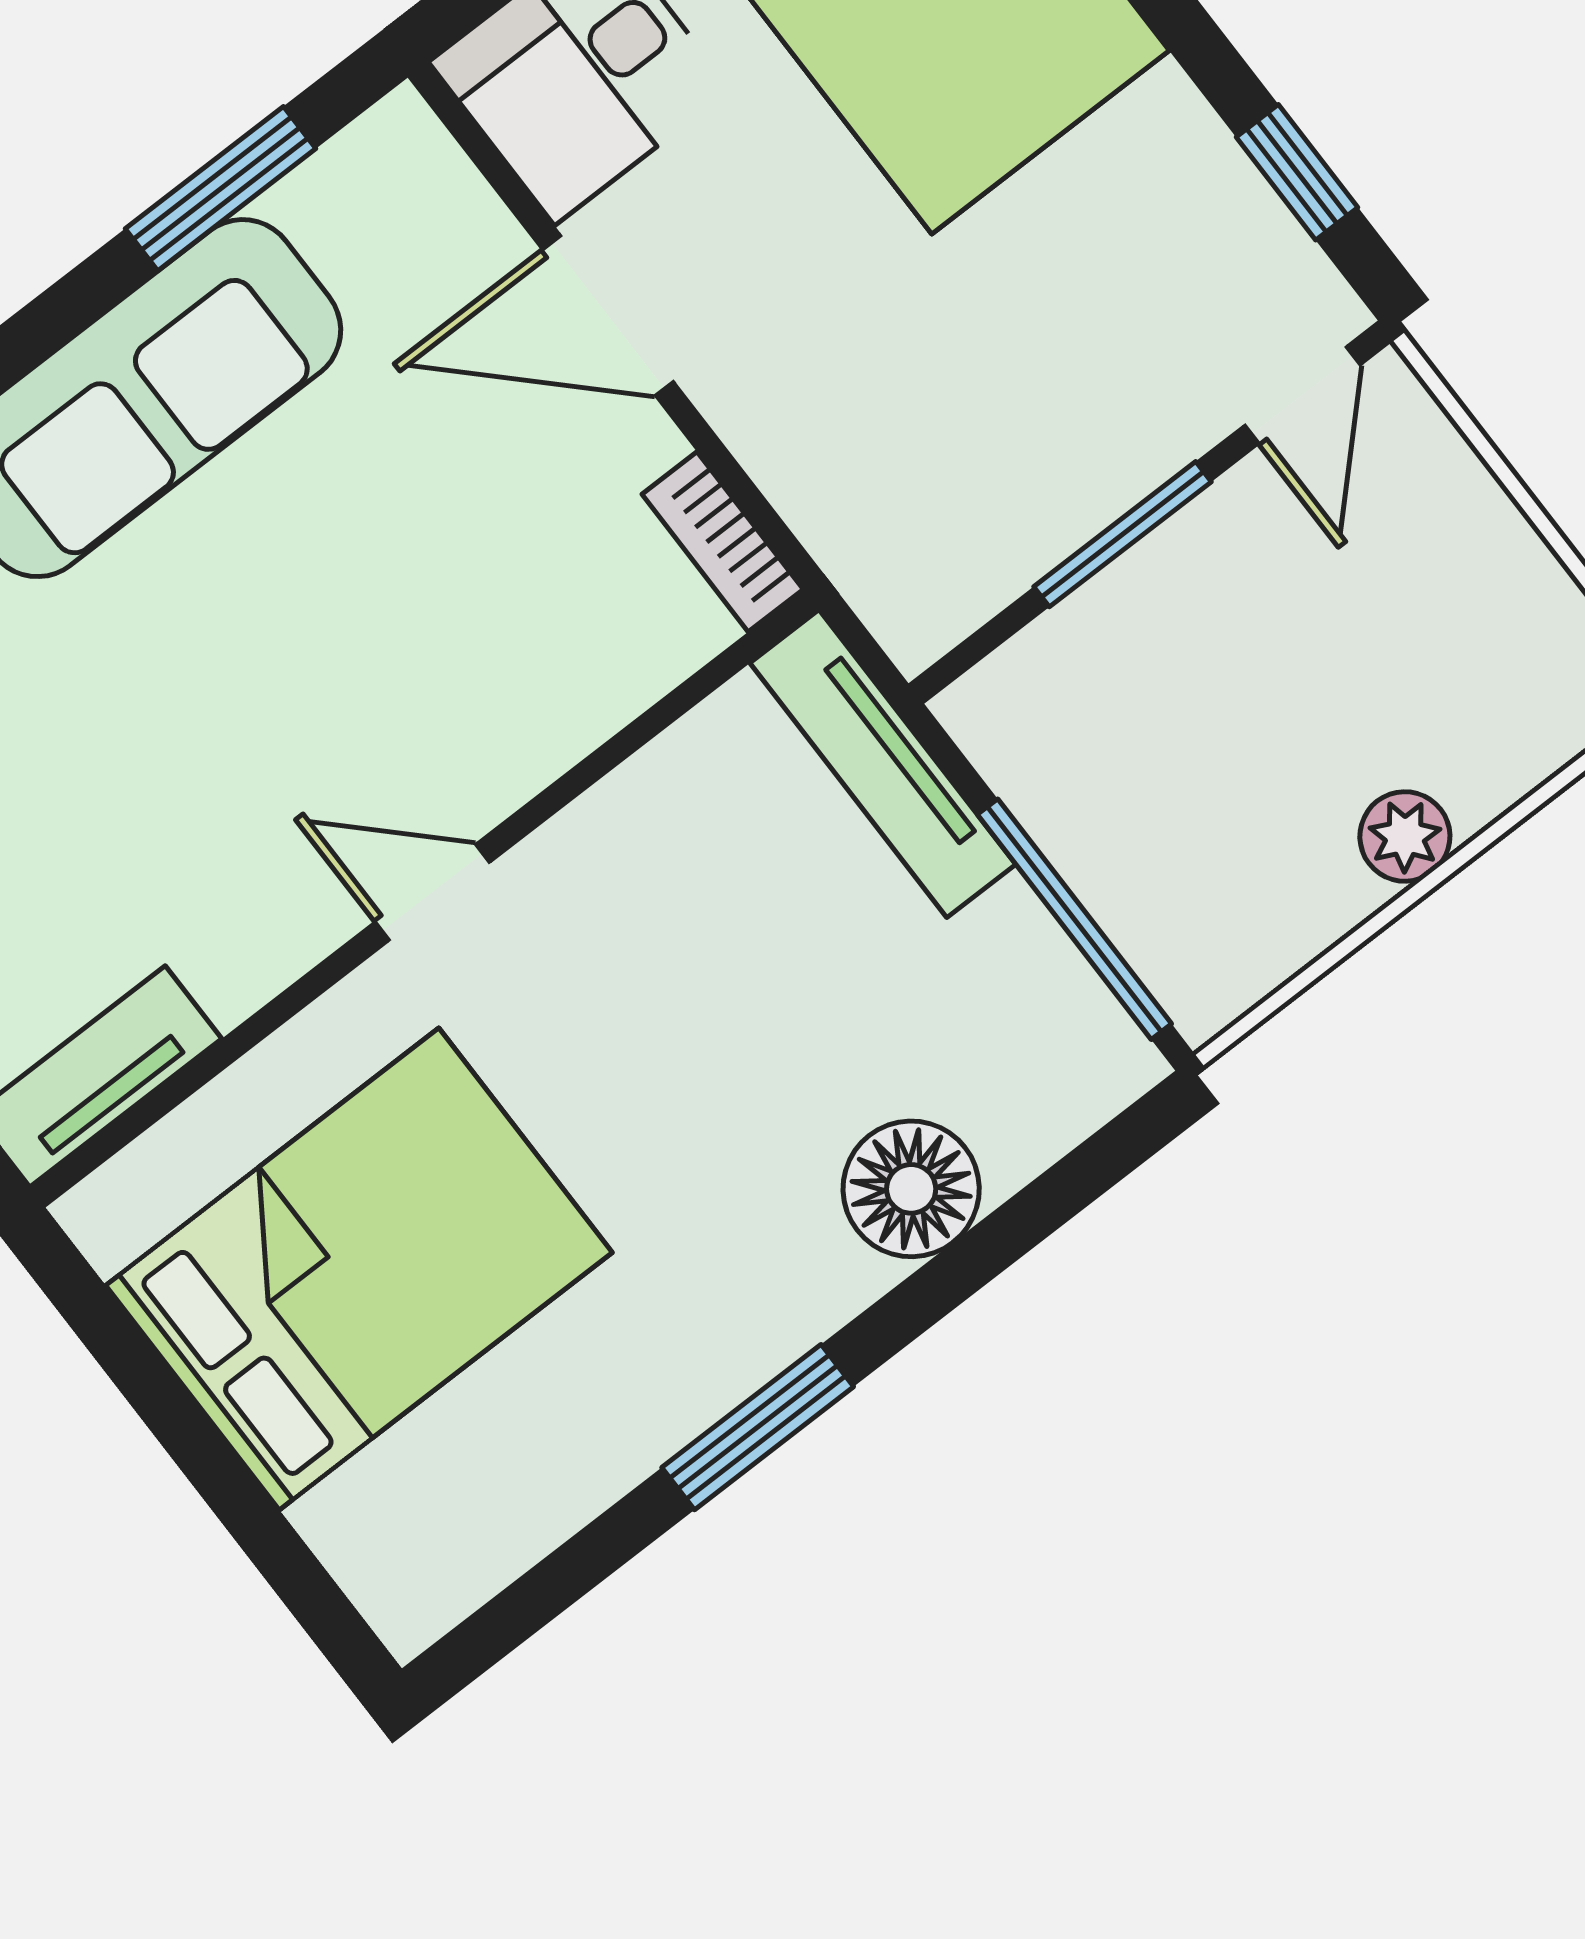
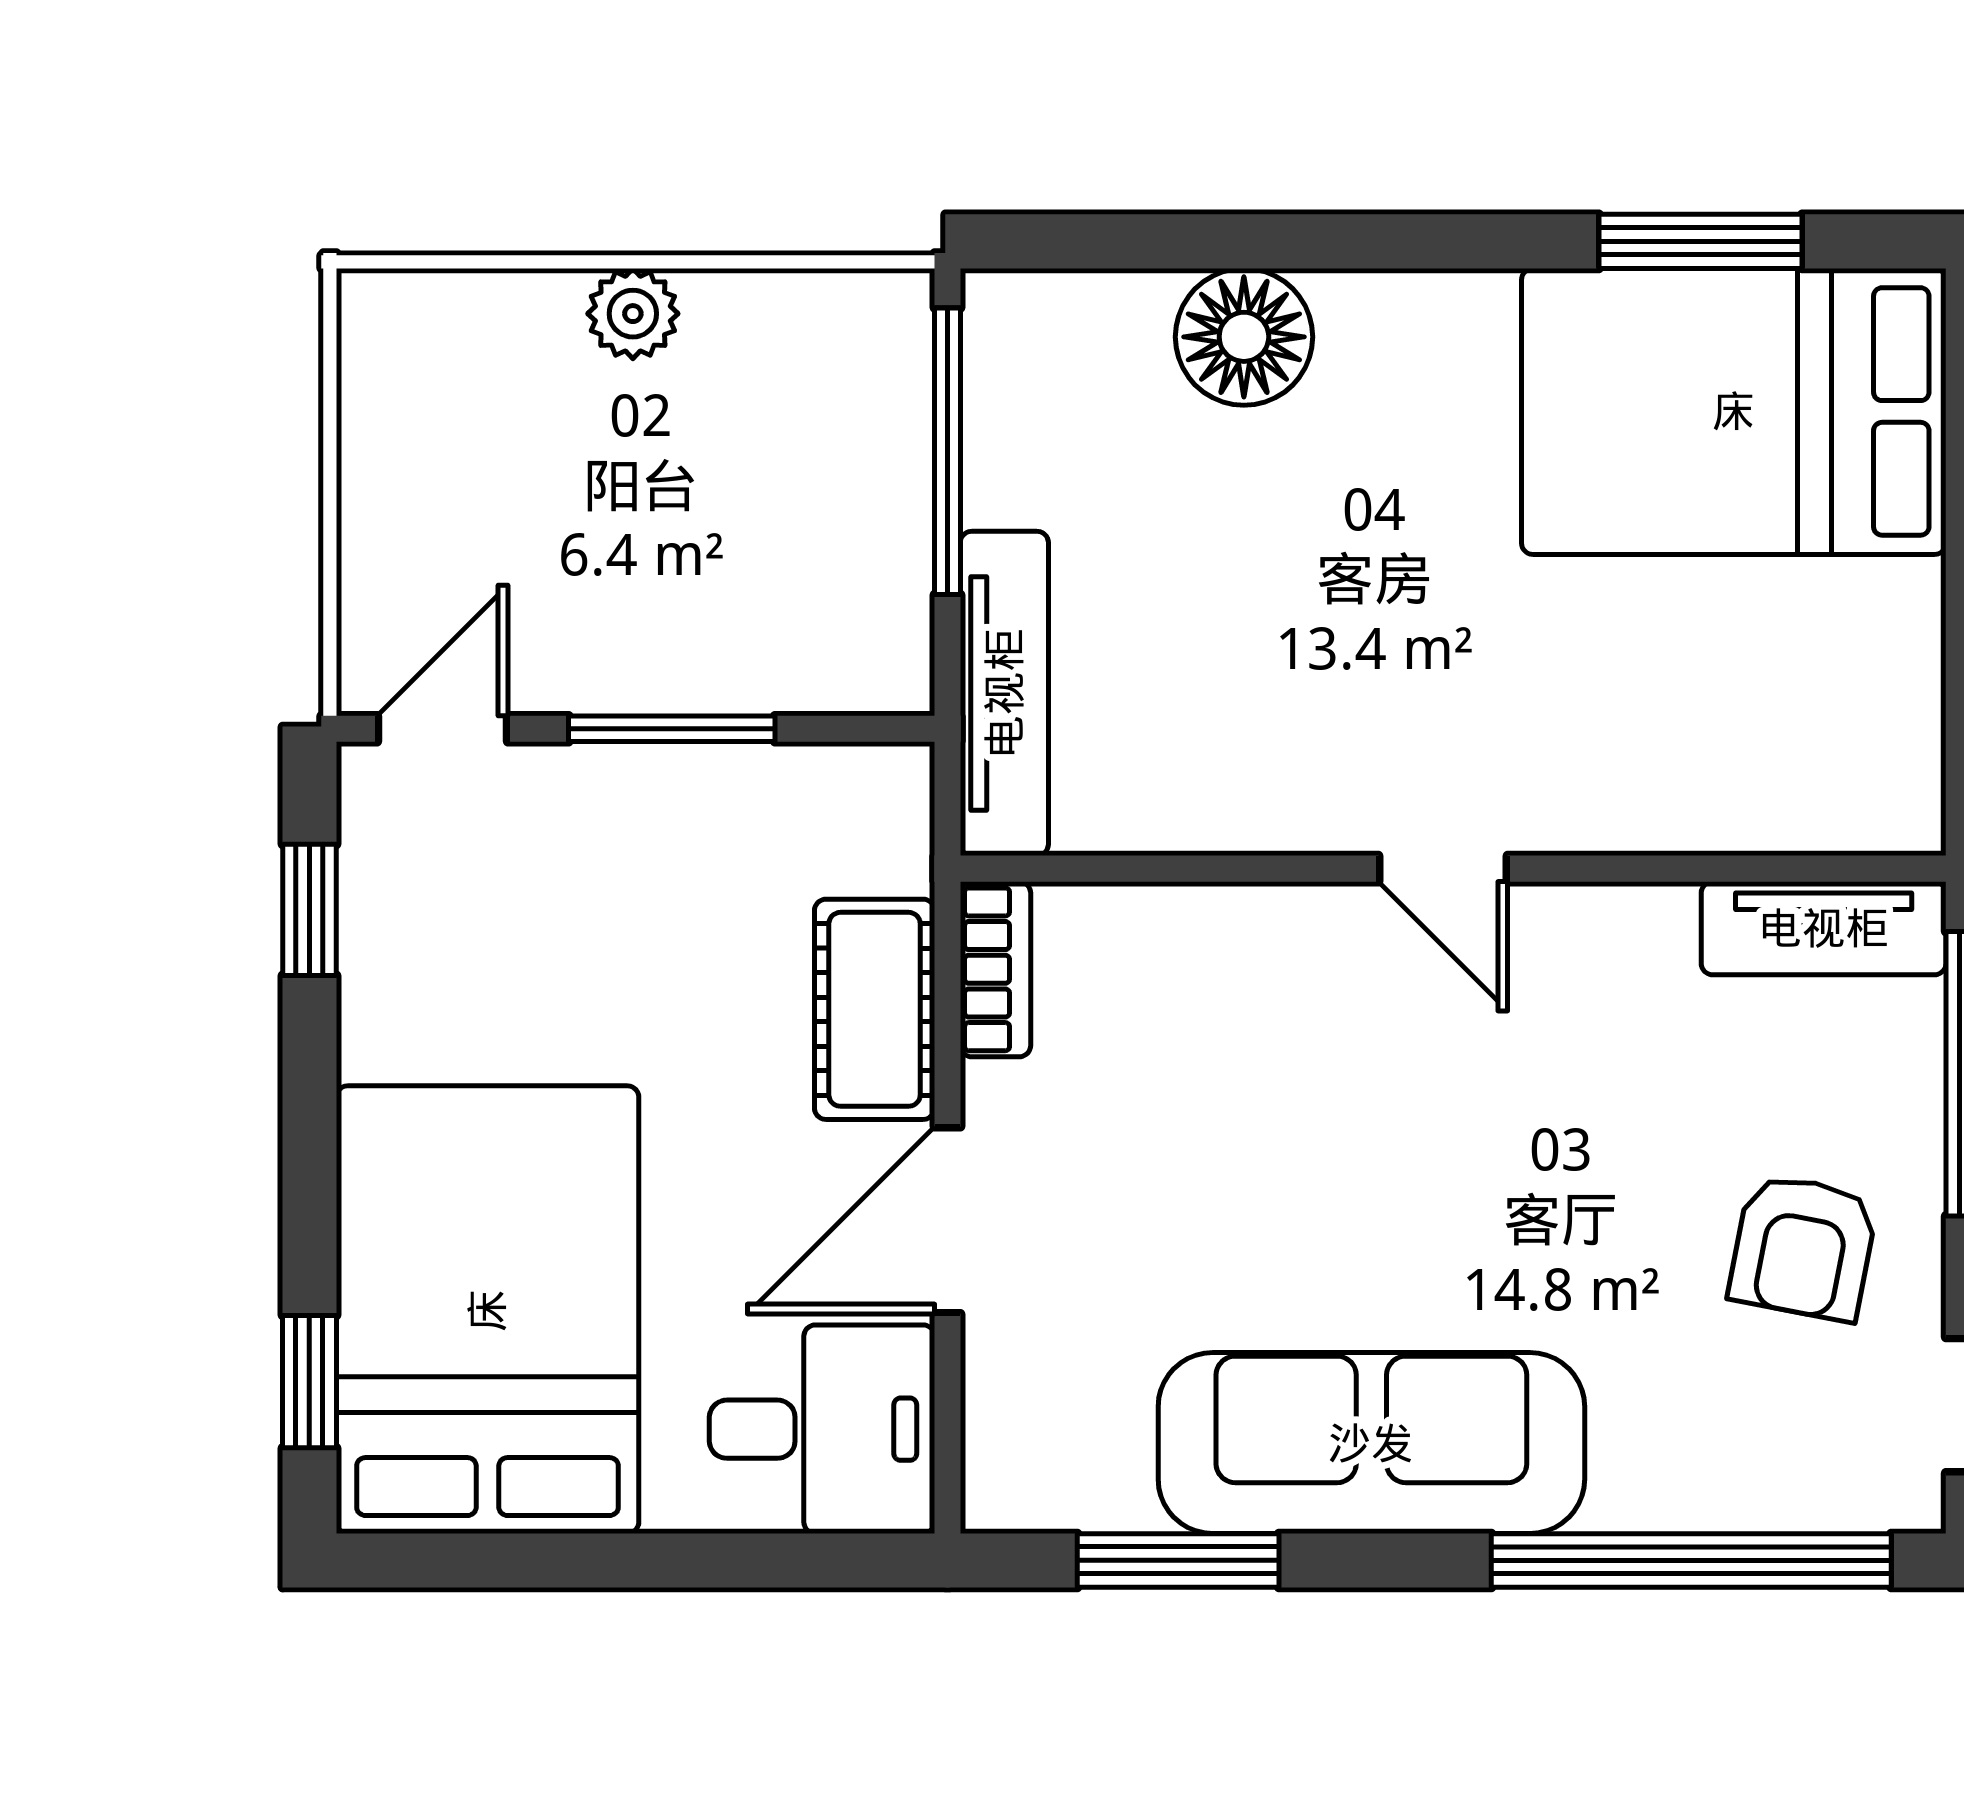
door: (608, 316) -> (947, 1220), swing flipped
cot: (793, 437) -> (875, 1009), added
bed: (359, 1269) -> (1734, 411), moved
window: (758, 1427) -> (1700, 241), moved

